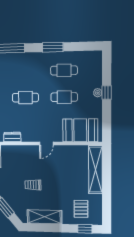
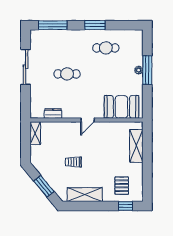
window: (107, 93) -> (147, 70), width x2.17
cafe table: (64, 97) -> (106, 74), removed
shelving: (95, 170) -> (136, 146), width x0.68

